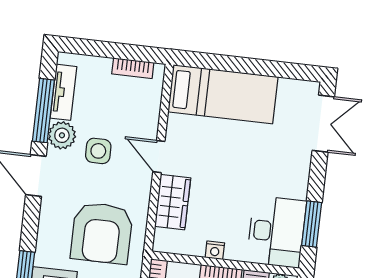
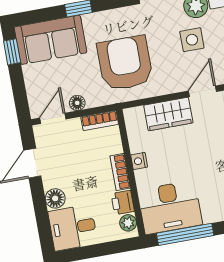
window: (312, 224) -> (185, 234), width x1.44
armchair: (102, 233) -> (125, 63), turned 90

